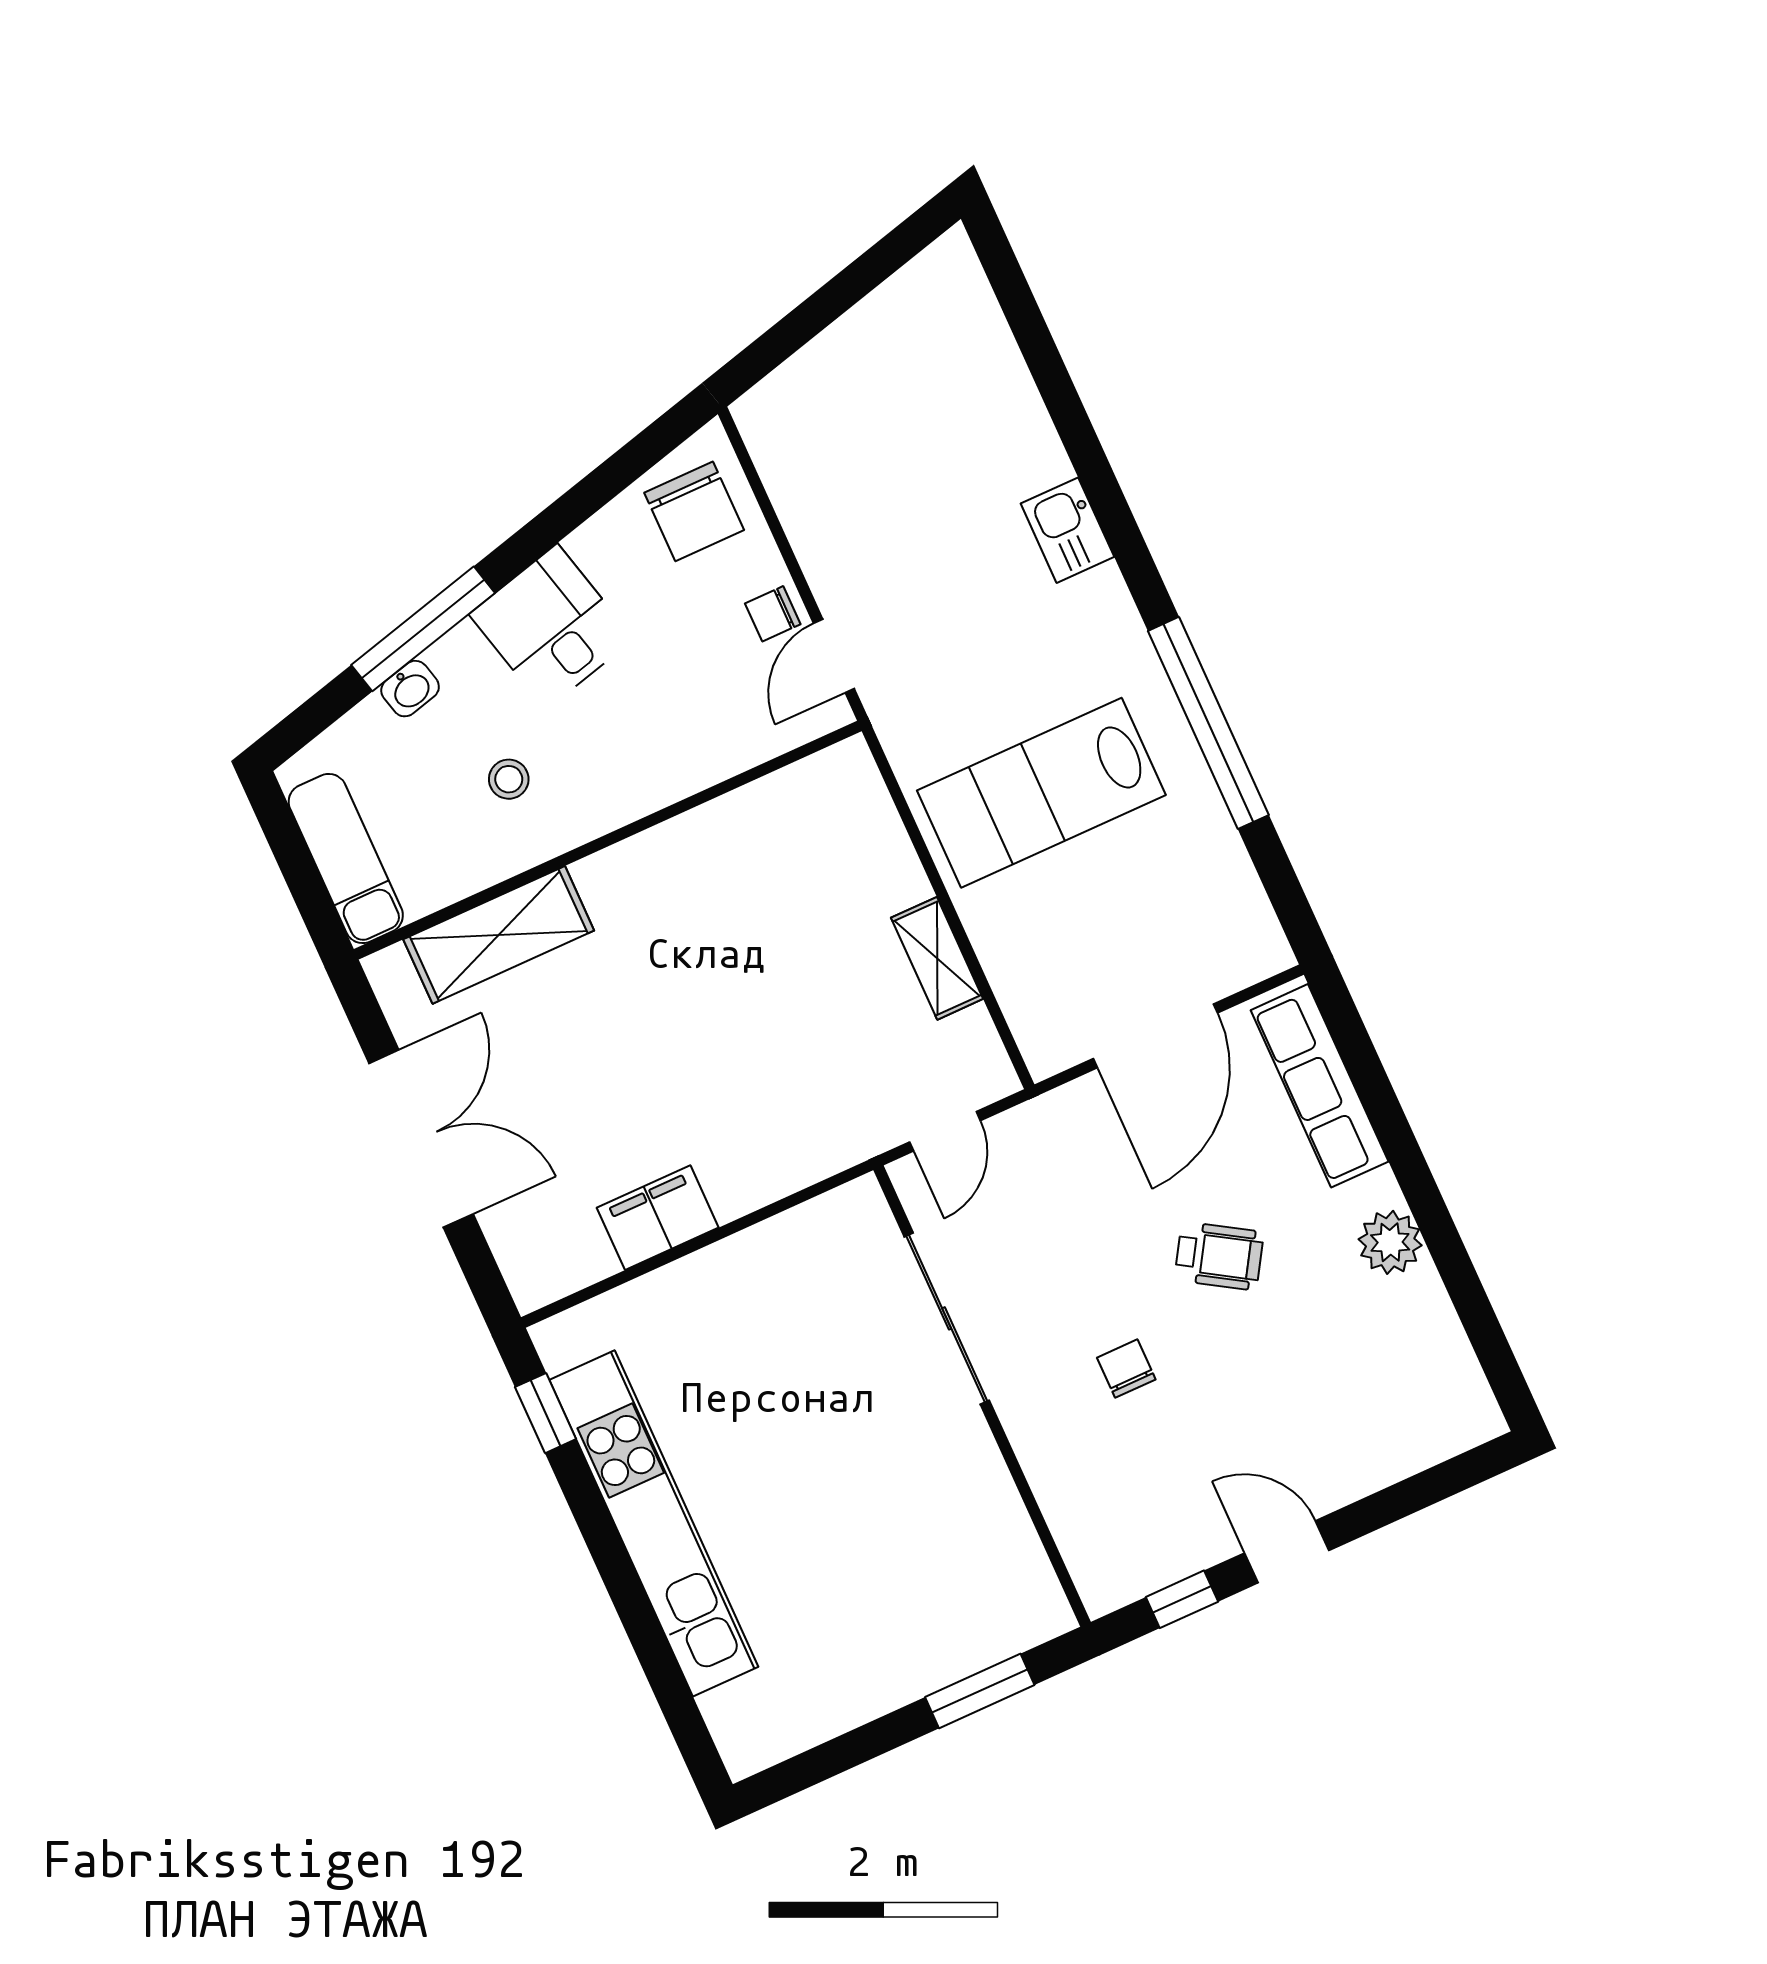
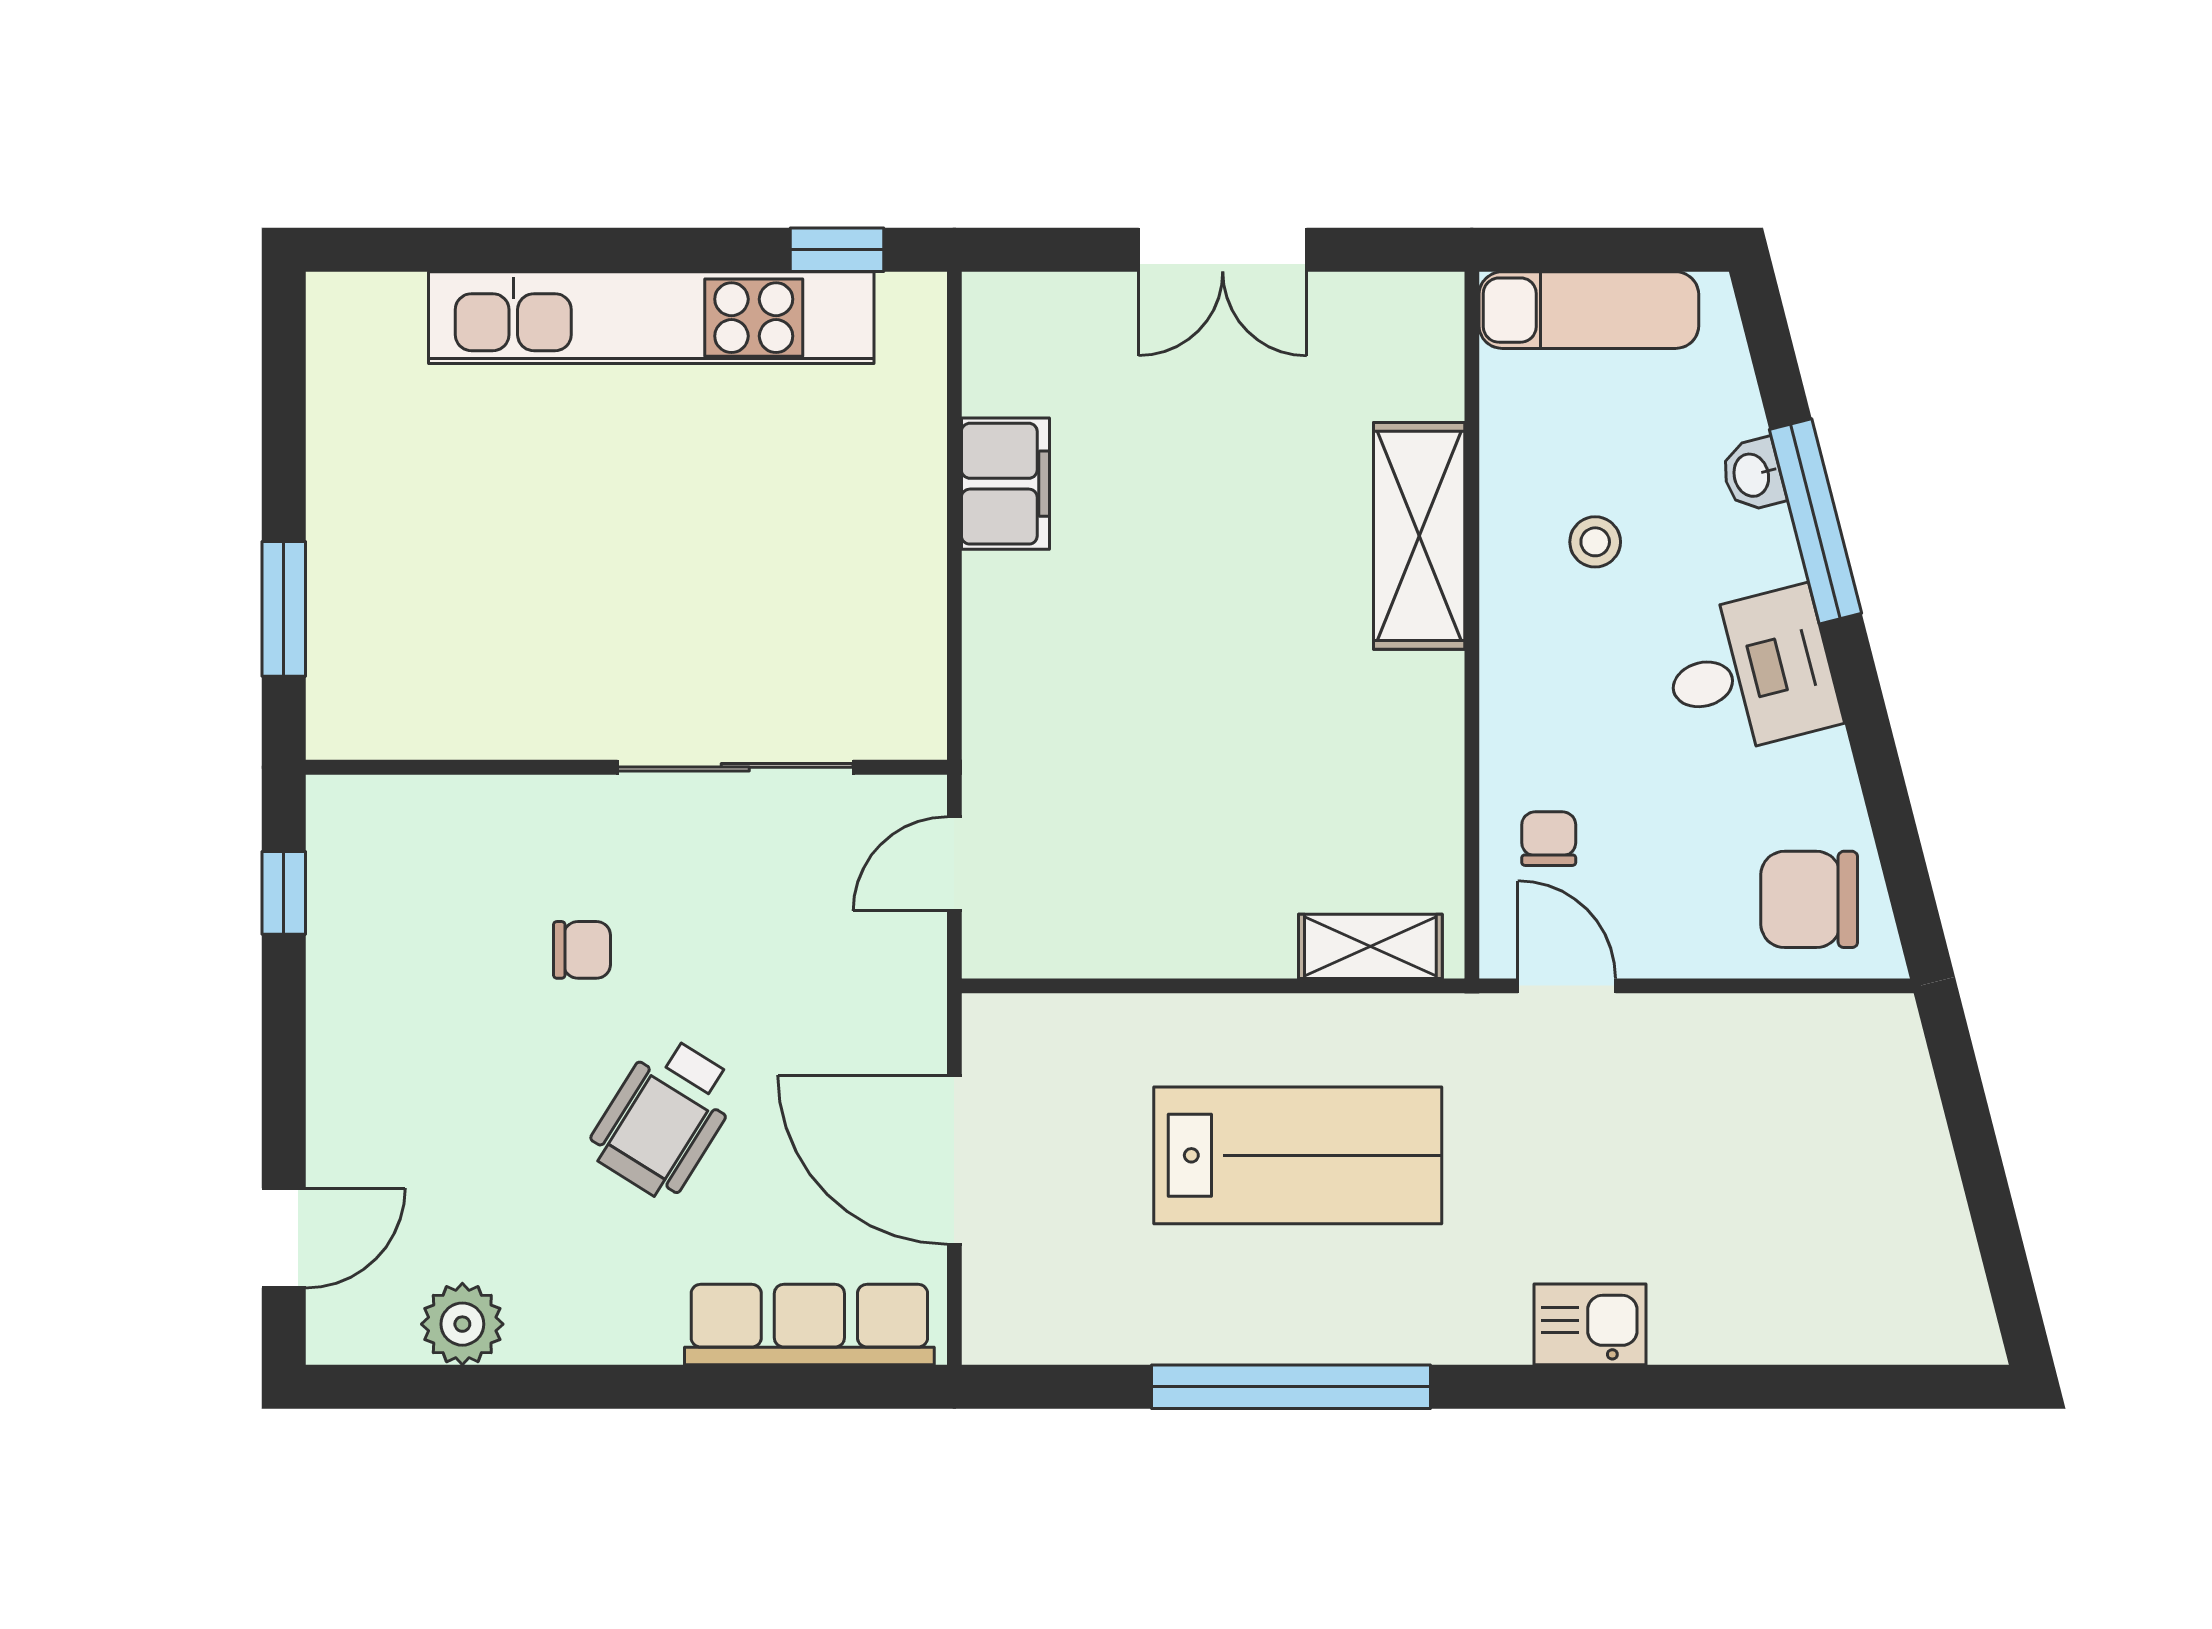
chair: (773, 614) -> (1549, 839), moved
lab bench: (1041, 793) -> (1298, 1155), turned 90
shelving: (499, 935) -> (1419, 536), moved
shelving: (937, 958) -> (1370, 946), moved
door: (945, 1131) -> (954, 864), hinge flipped
double door: (421, 1139) -> (1223, 250), width x0.73
plant: (1390, 1242) -> (462, 1324), moved
wheelchair: (1219, 1256) -> (664, 1118), width x1.36, depth x1.37
door: (1287, 1552) -> (284, 1238), moved

